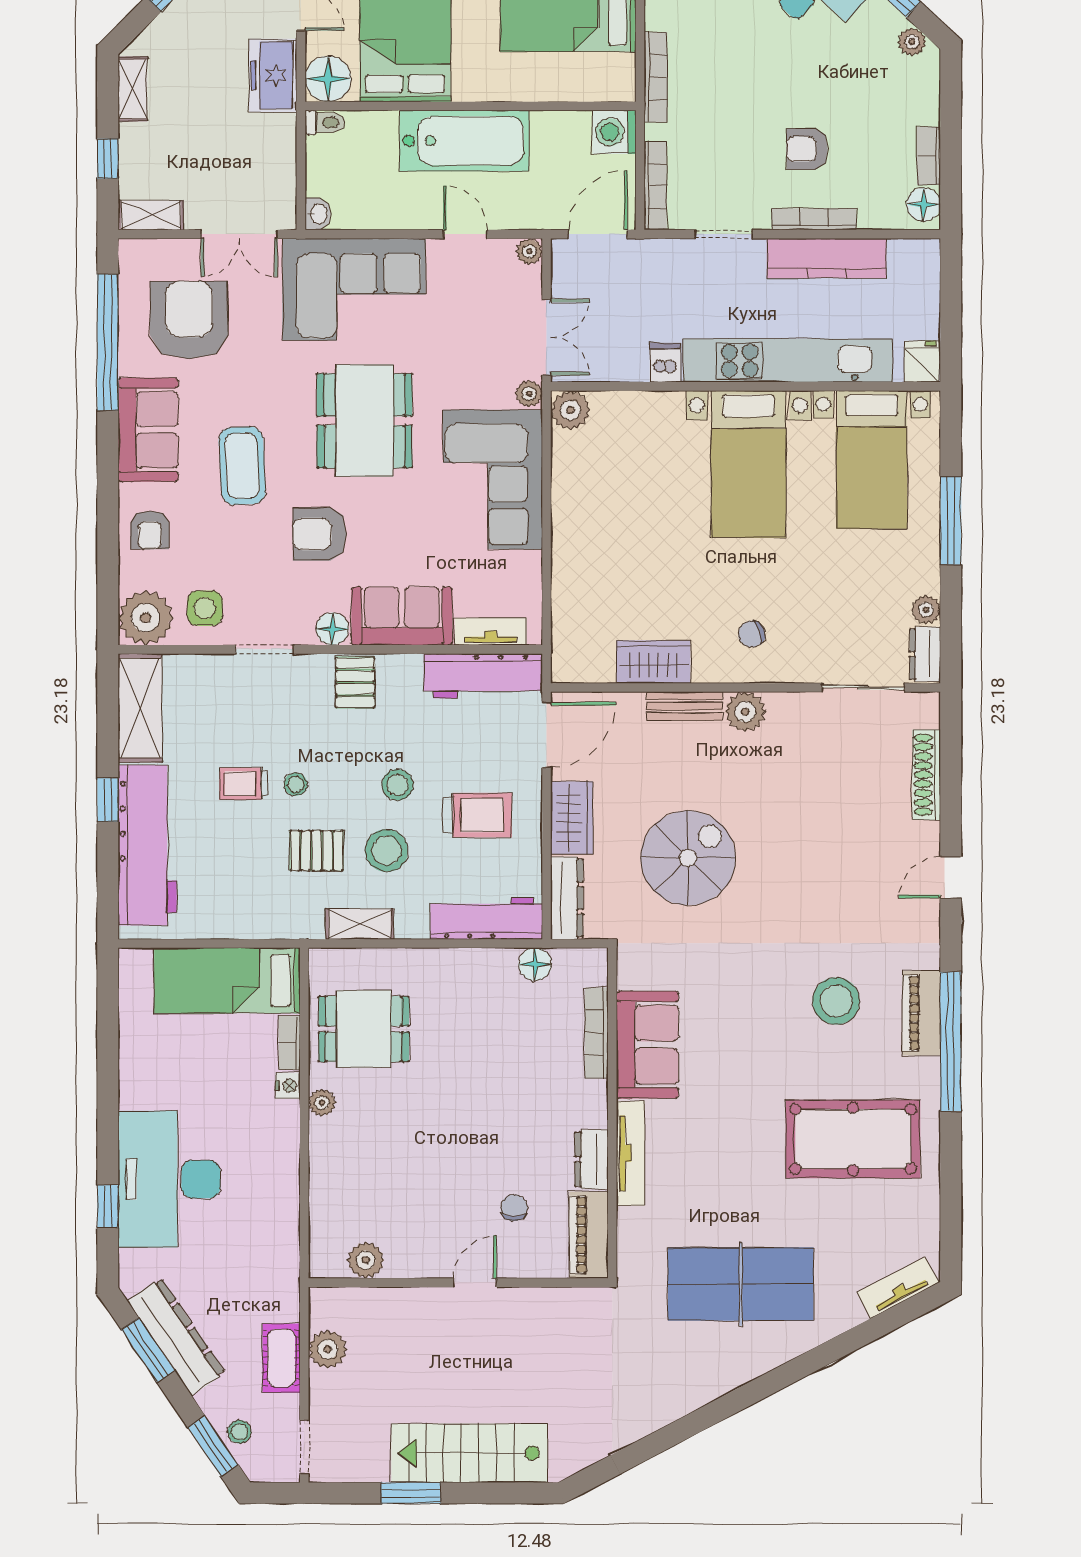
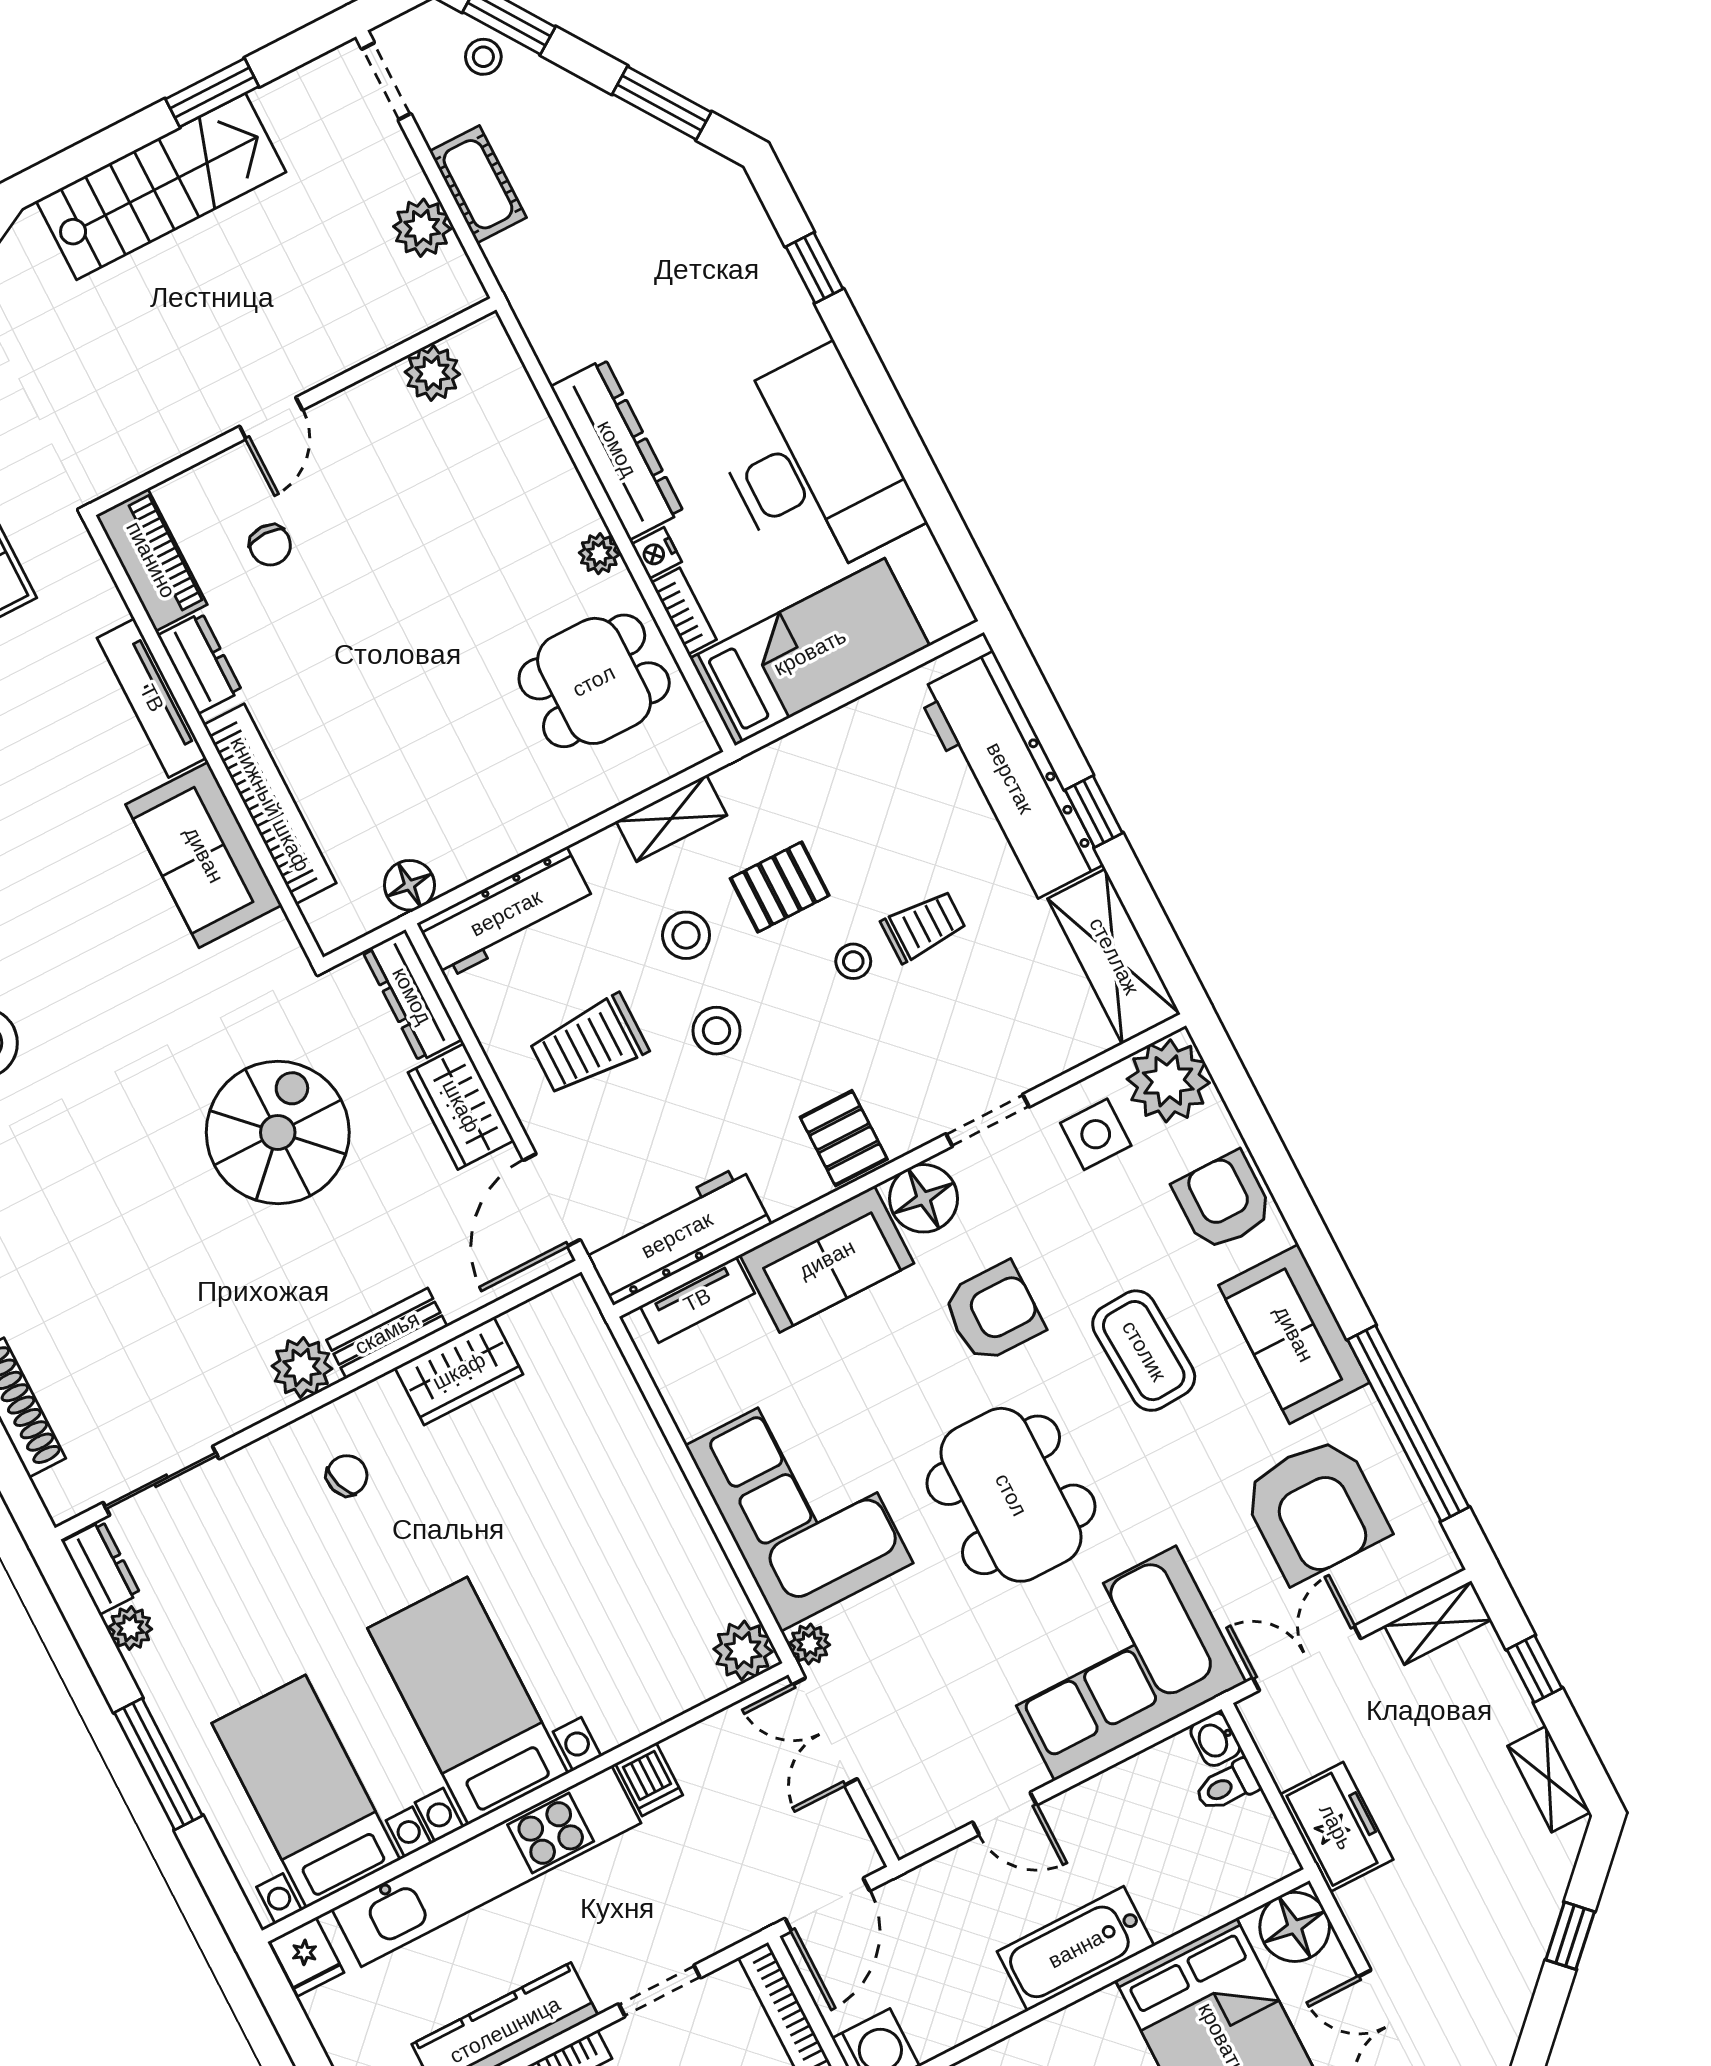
freezer: (273, 75) -> (1336, 1827), moved
toilet: (325, 123) -> (1227, 1786), moved
bathtub: (464, 141) -> (1076, 1949), width x0.73, depth x0.73
plant: (529, 251) -> (907, 1835), removed
armchair: (150, 530) -> (1223, 1201), width x1.38, depth x1.38
floor lamp: (332, 629) -> (924, 1198), width x1.38, depth x1.38
stool: (387, 851) -> (686, 935), width x0.73, depth x0.73
spiral stairs: (688, 858) -> (278, 1132), turned 180
bookcase: (597, 1033) -> (270, 804), width x1.48, depth x1.31
desk: (169, 1179) -> (812, 466), moved
dresser: (176, 1337) -> (617, 449), moved, turned -146

